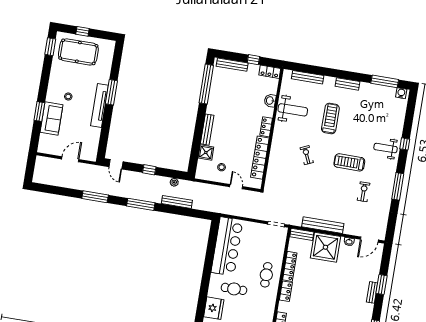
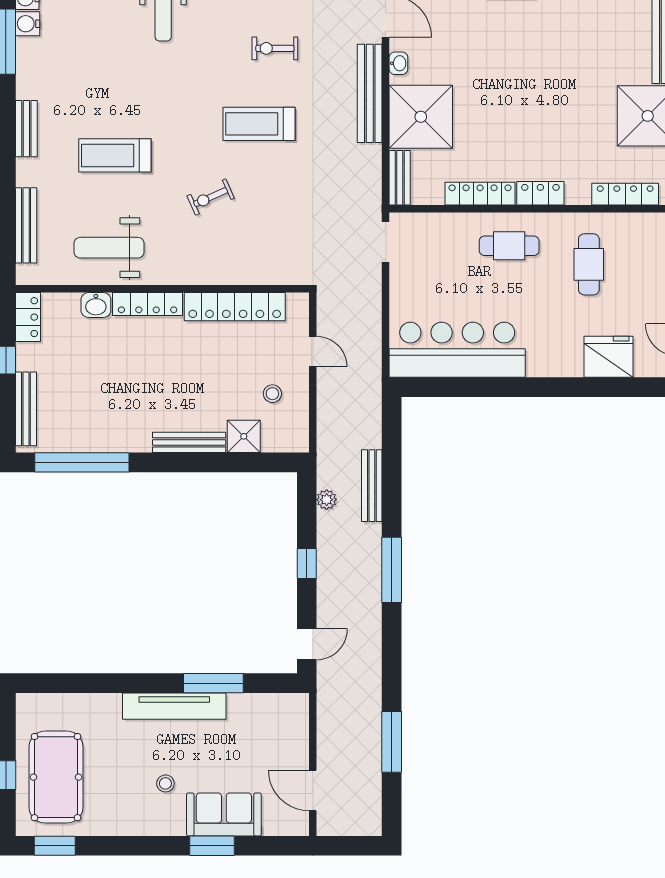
window: (111, 92) -> (213, 683), moved
water cooler: (391, 92) -> (28, 24), added
weight bench: (293, 110) -> (109, 248), turned -90
locker: (266, 127) -> (148, 304), width x1.53
door: (70, 159) -> (313, 791), moved
treadmill: (349, 162) -> (259, 124), moved, turned 90
door: (236, 187) -> (313, 352), swing flipped
window: (95, 197) -> (392, 742), moved
bench: (323, 225) -> (370, 93), moved
cafe table: (234, 289) -> (589, 264), moved

